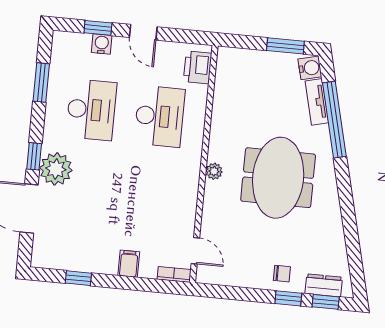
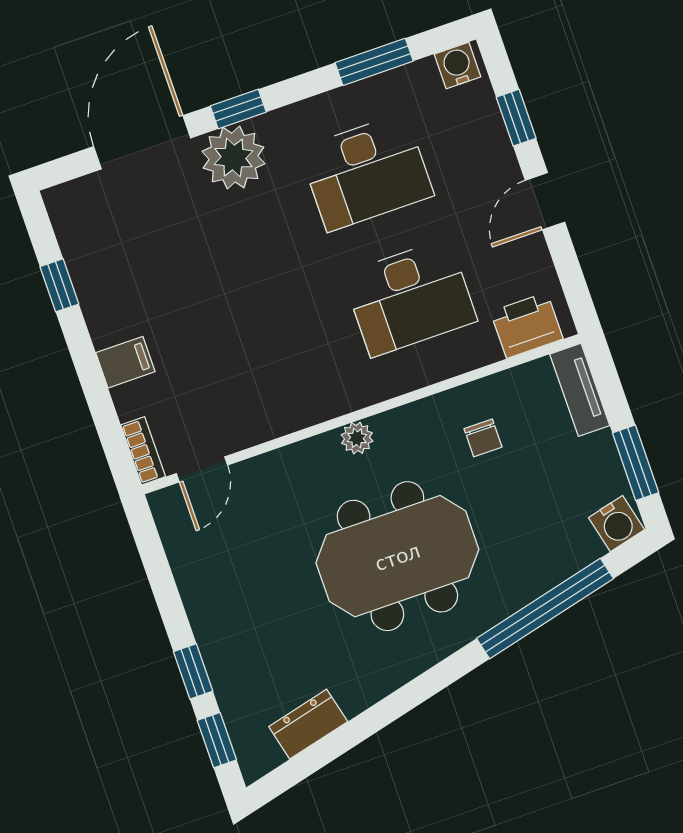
water cooler: (102, 44) -> (458, 65), moved, turned -90
tv unit: (317, 102) -> (580, 390), moved, turned -76
chair: (282, 274) -> (483, 438), moved
dresser: (324, 285) -> (308, 724), moved, turned -104

